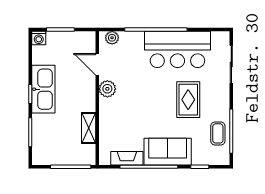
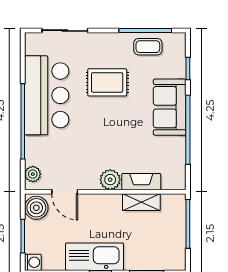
boiler: (84, 41) -> (36, 208), added
door: (97, 64) -> (65, 192), hinge flipped
plant: (107, 89) -> (110, 180), moved
fireplace: (127, 158) -> (141, 182), moved, turned 90

